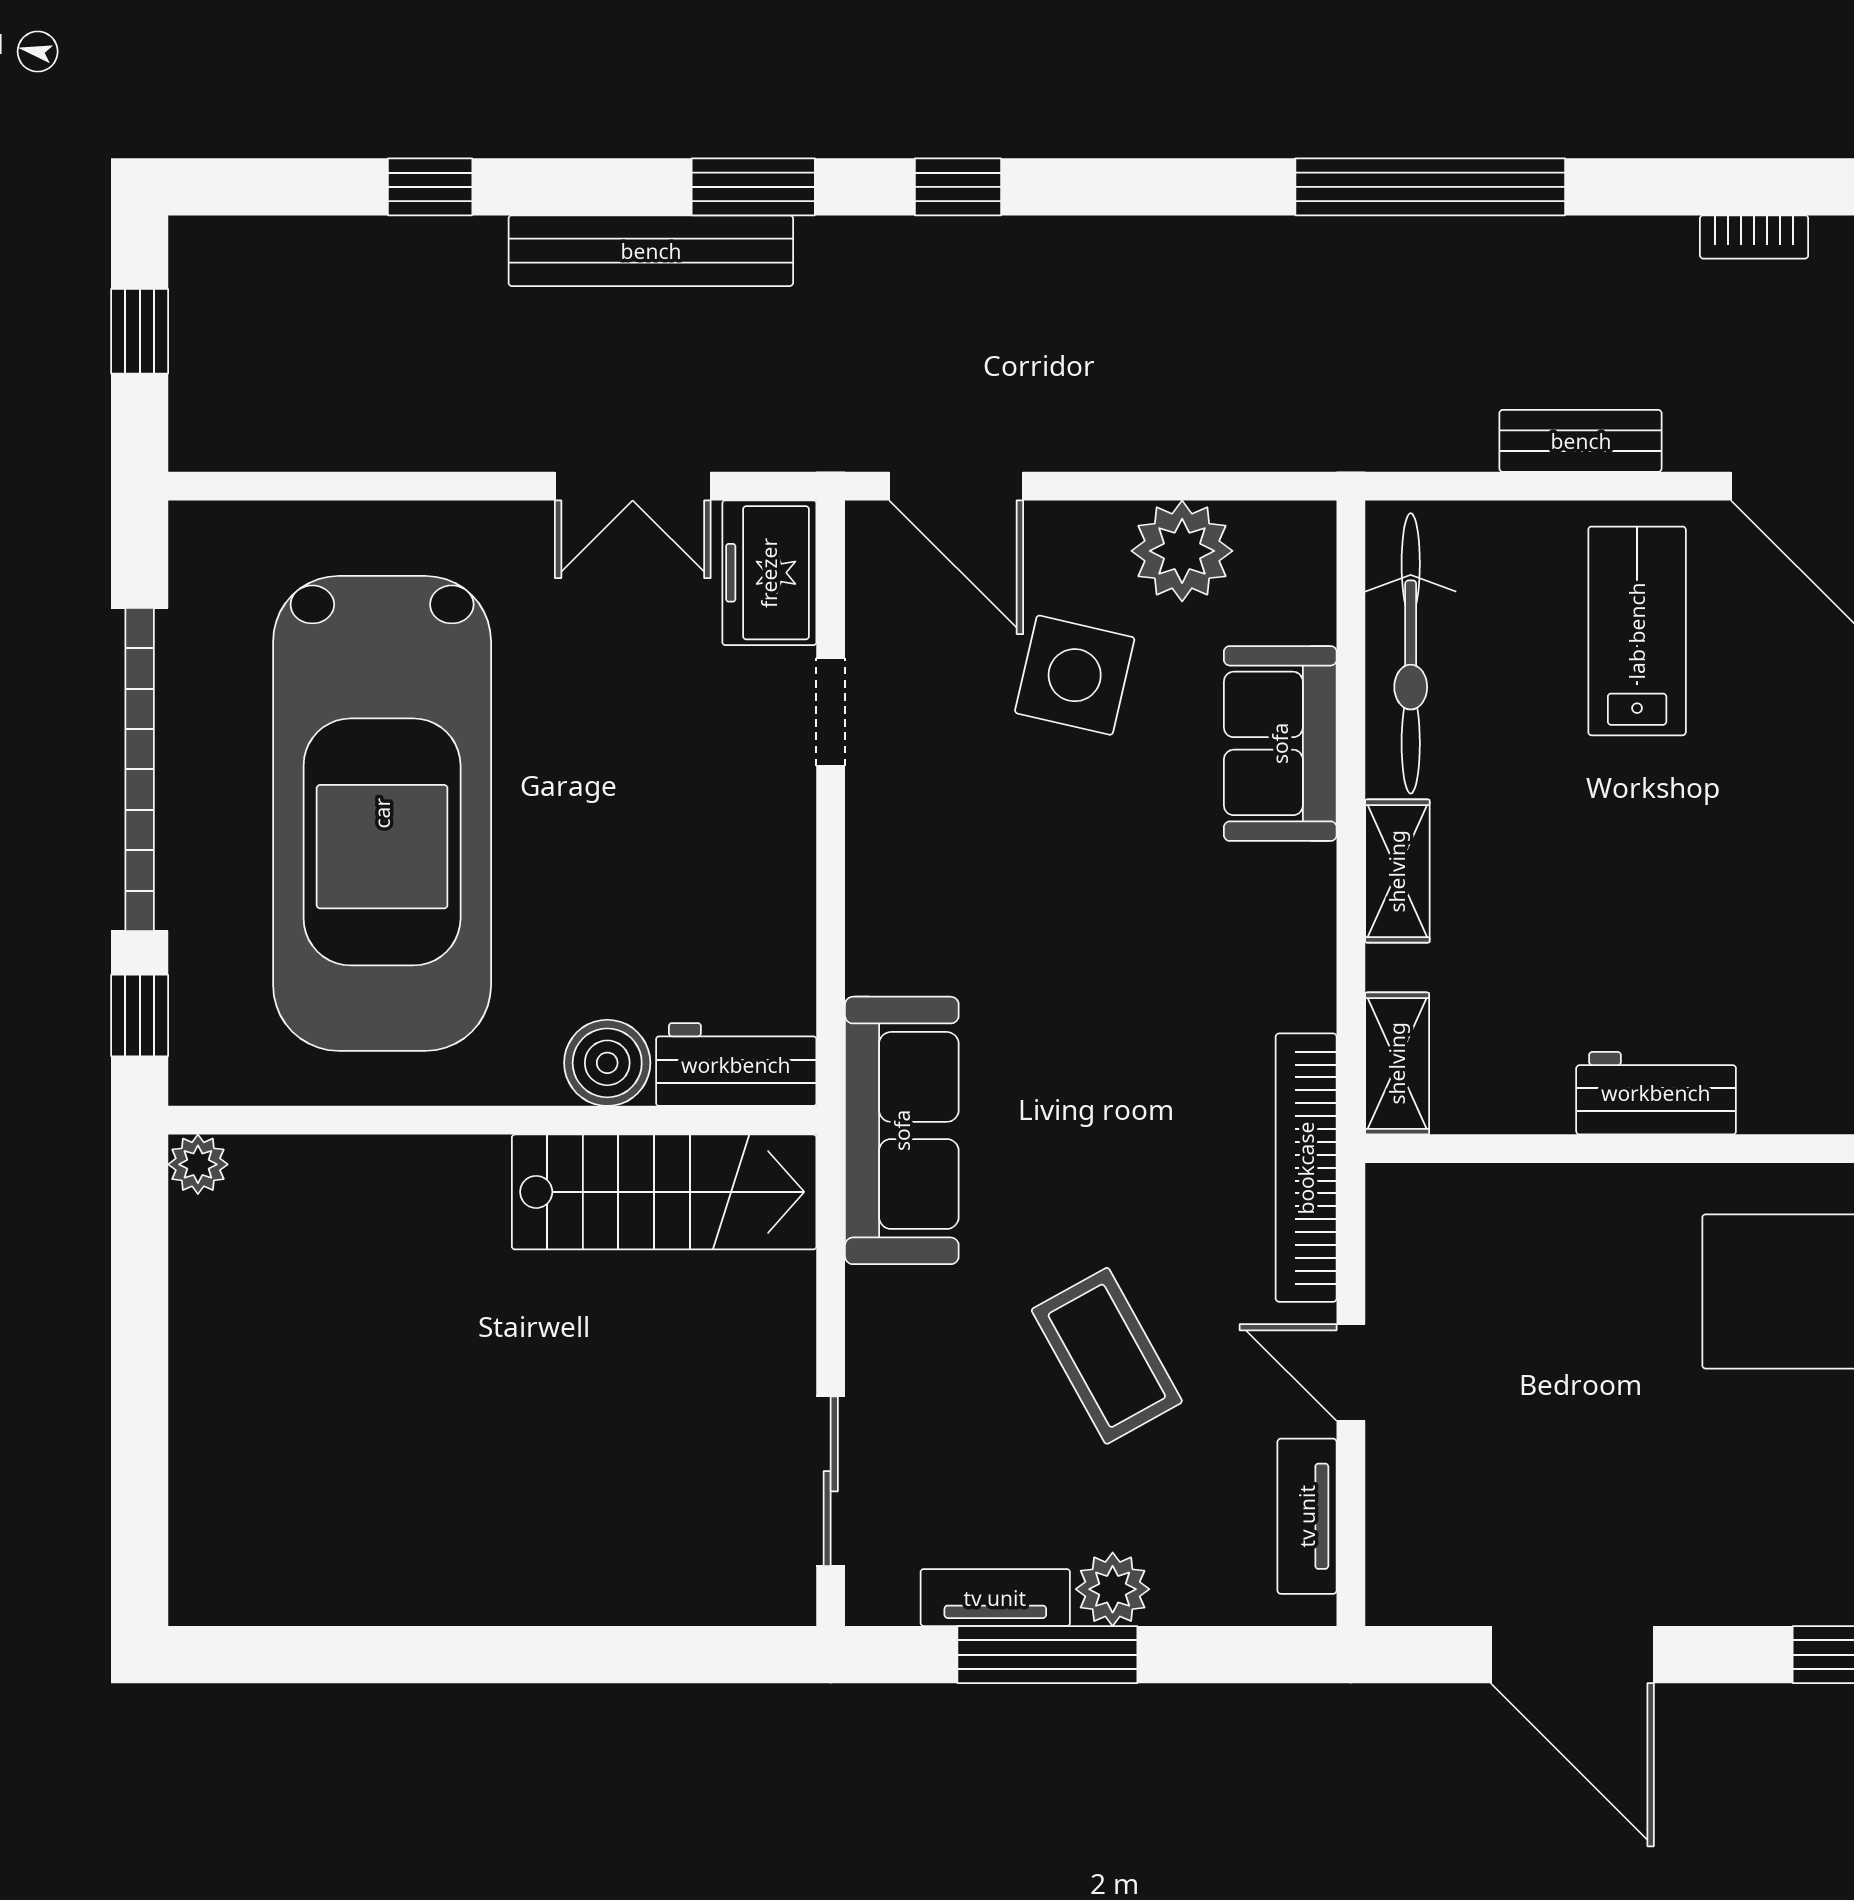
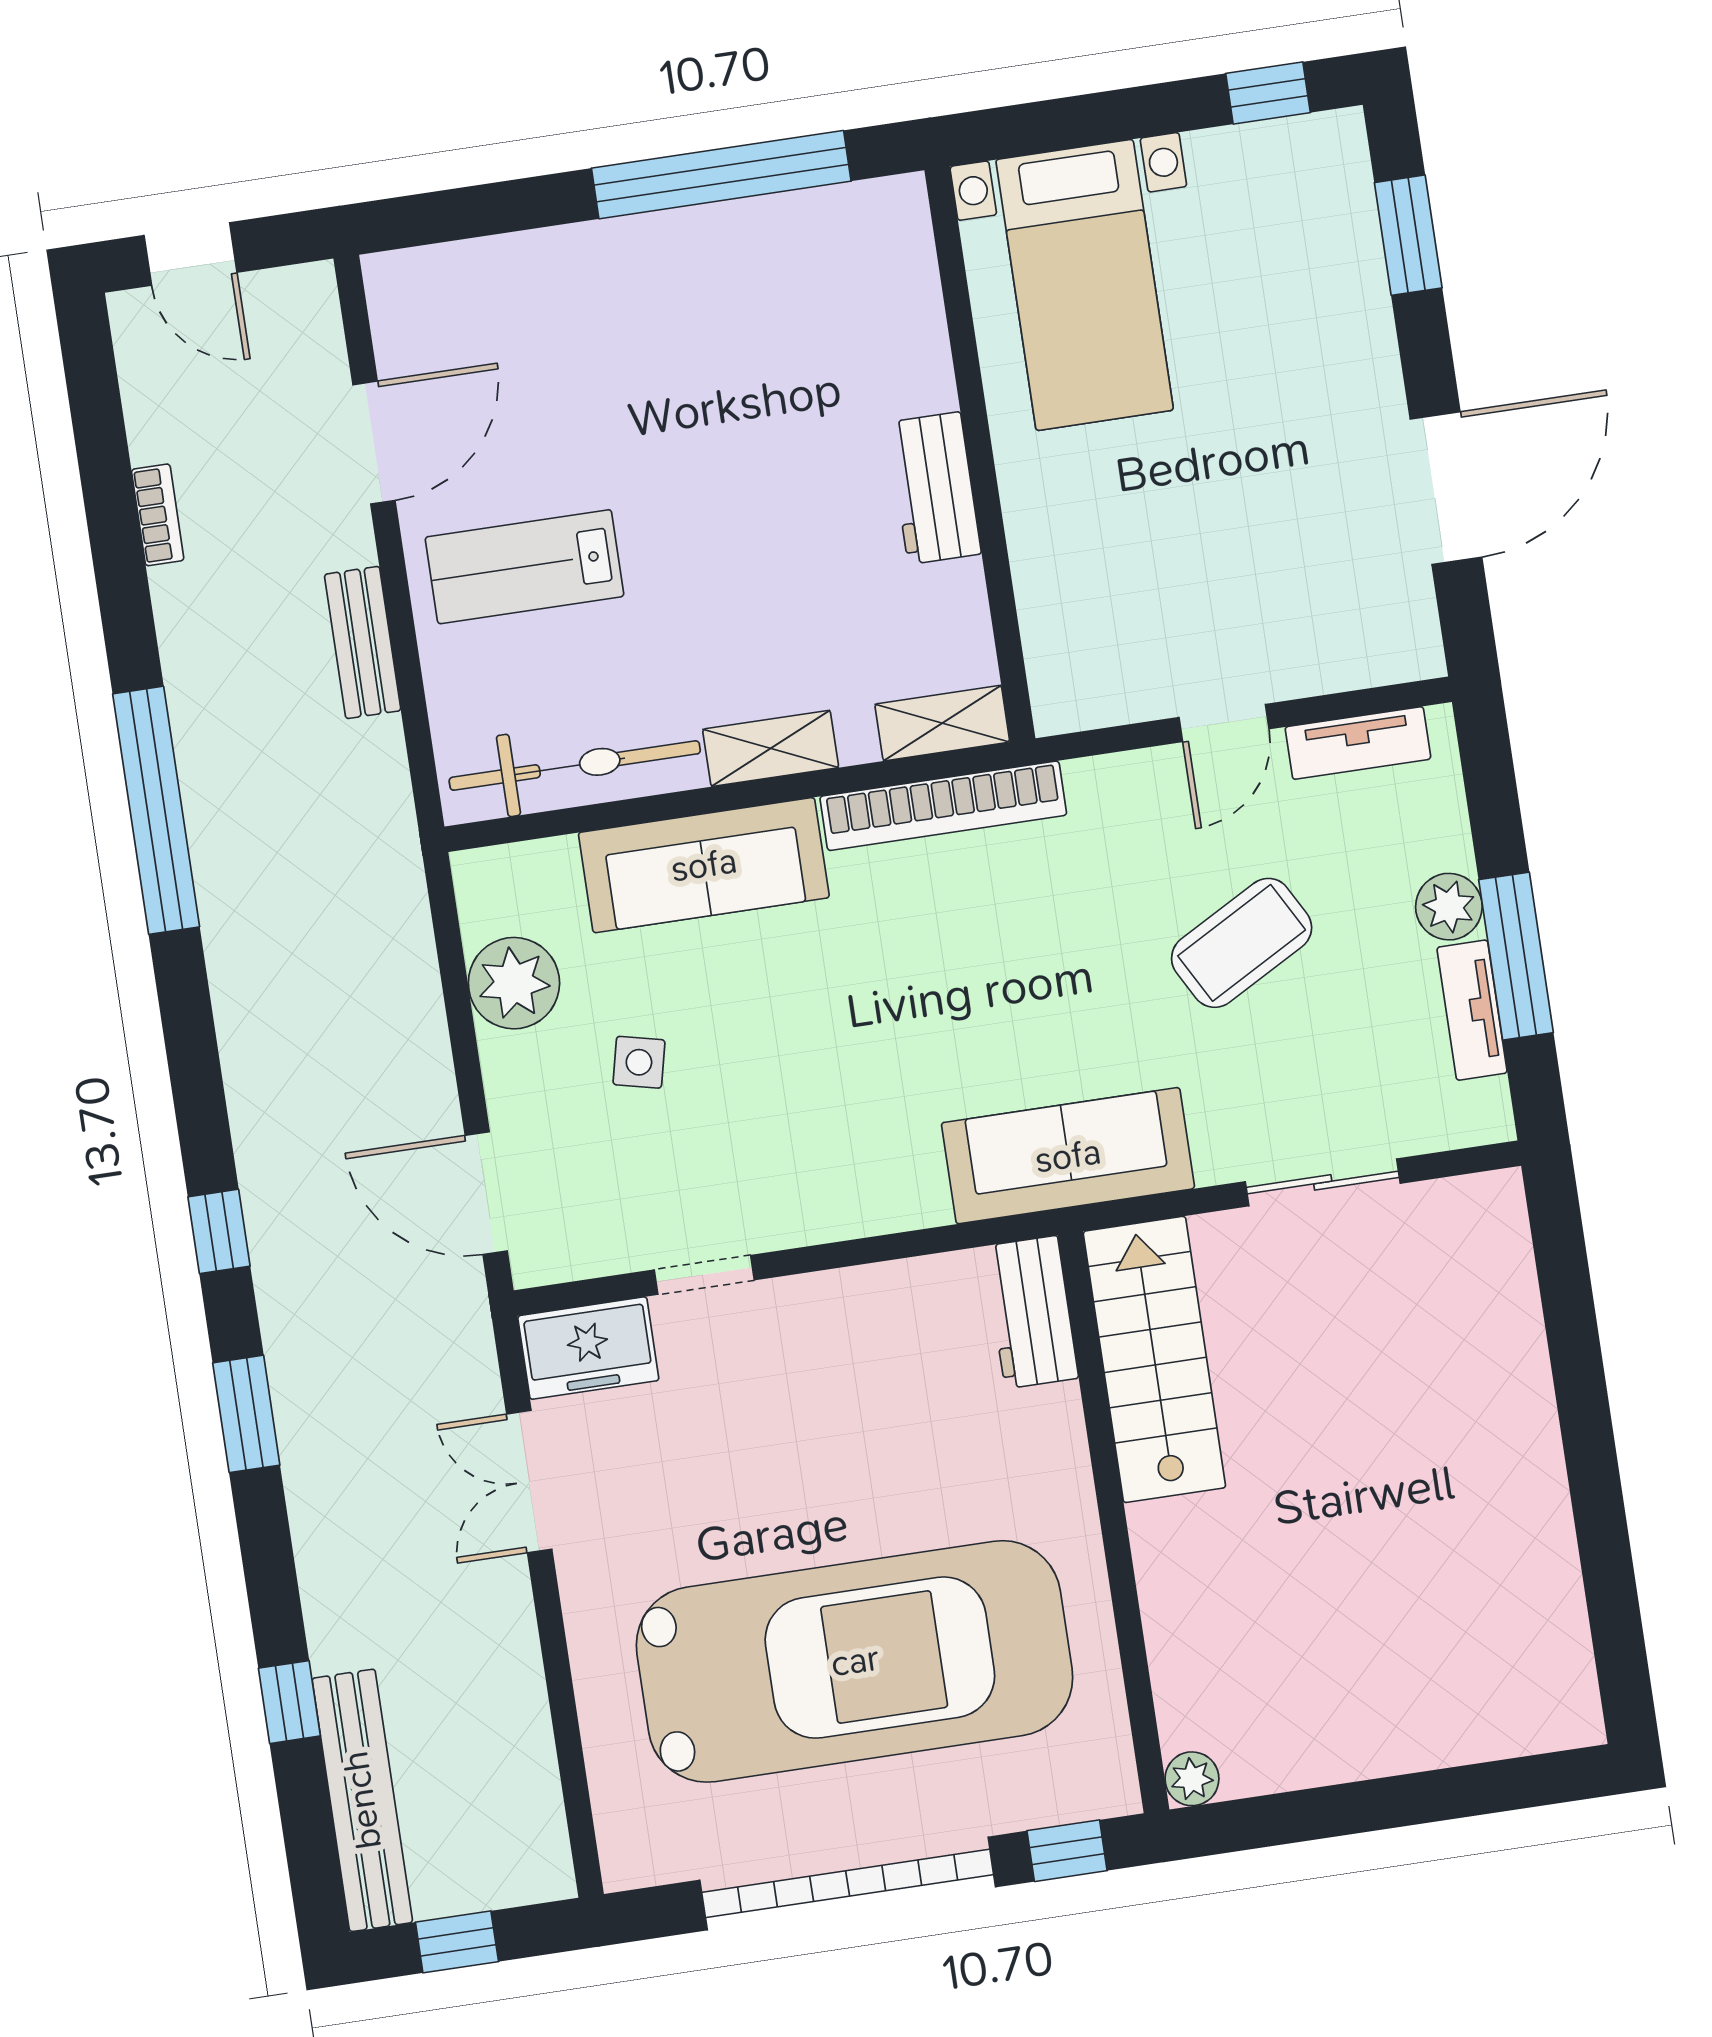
bench: (651, 251) -> (362, 1800), moved
double door: (633, 486) -> (529, 1482), swing flipped
door: (956, 486) -> (486, 1193), swing flipped
side table: (1075, 675) -> (639, 1062), width x0.54, depth x0.54
sofa: (1280, 743) -> (704, 865), width x1.36
boiler: (607, 1063) -> (1047, 1427), removed
bookcase: (1306, 1168) -> (943, 806), moved
sliding door: (831, 1481) -> (1323, 1182), moved

